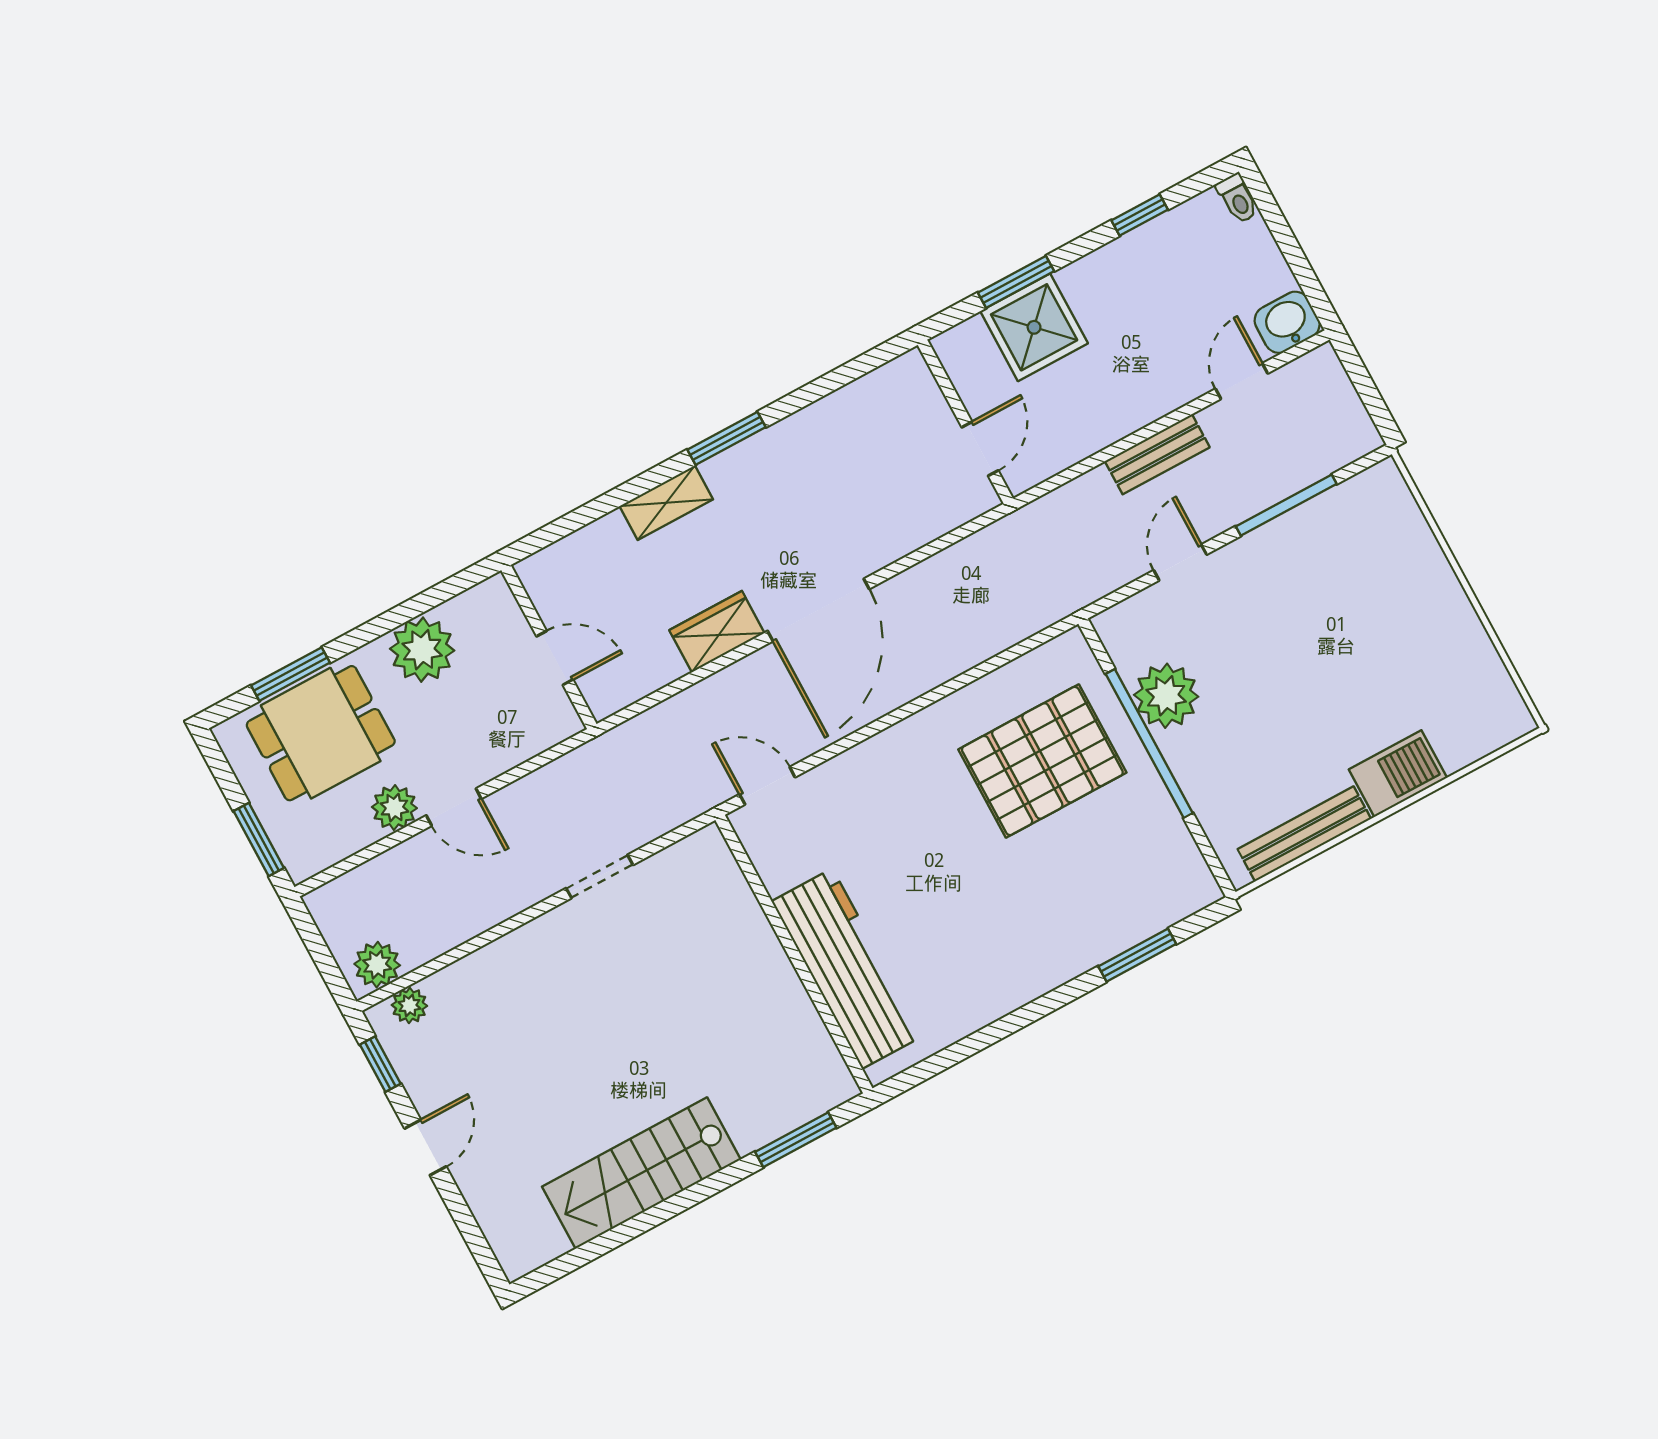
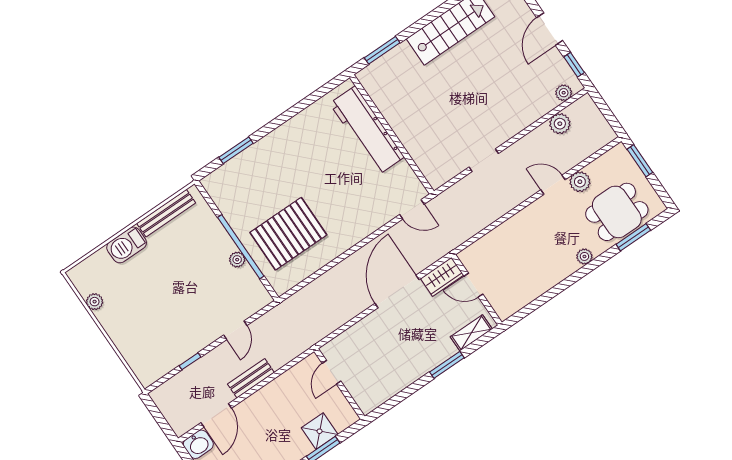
shower: (1034, 327) -> (320, 431), width x0.73, depth x0.73
door: (1242, 381) -> (216, 415), width x1.38
window: (1286, 505) -> (190, 361), width x0.46
wall: (549, 647) -> (477, 290), moved
plant: (422, 650) -> (584, 256), width x0.53, depth x0.53
plant: (1481, 657) -> (95, 302), added
door: (555, 658) -> (473, 285), moved
plant: (1166, 696) -> (237, 260), width x0.53, depth x0.53
plant: (377, 965) -> (560, 124), moved
door: (425, 1148) -> (550, 29), width x1.37

